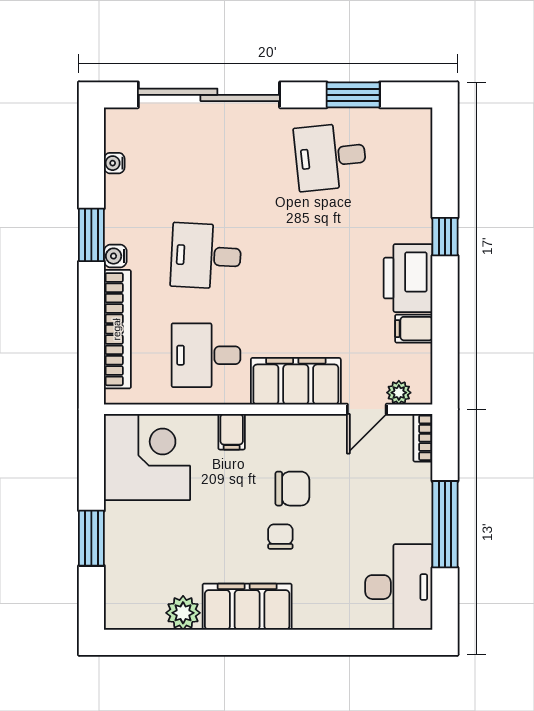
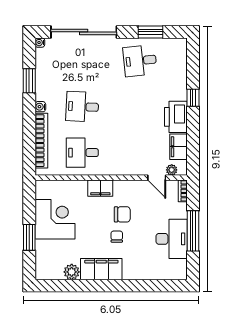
water cooler: (114, 163) -> (40, 43), moved
window: (91, 235) -> (29, 81), moved
filing cabinet: (414, 329) -> (179, 147), width x2.00
filing cabinet: (296, 381) -> (124, 165), removed
door: (367, 409) -> (157, 178), hinge flipped
filing cabinet: (232, 432) -> (100, 188), width x2.00
corner desk: (147, 457) -> (55, 219), moved
desk: (399, 587) -> (172, 239), moved

